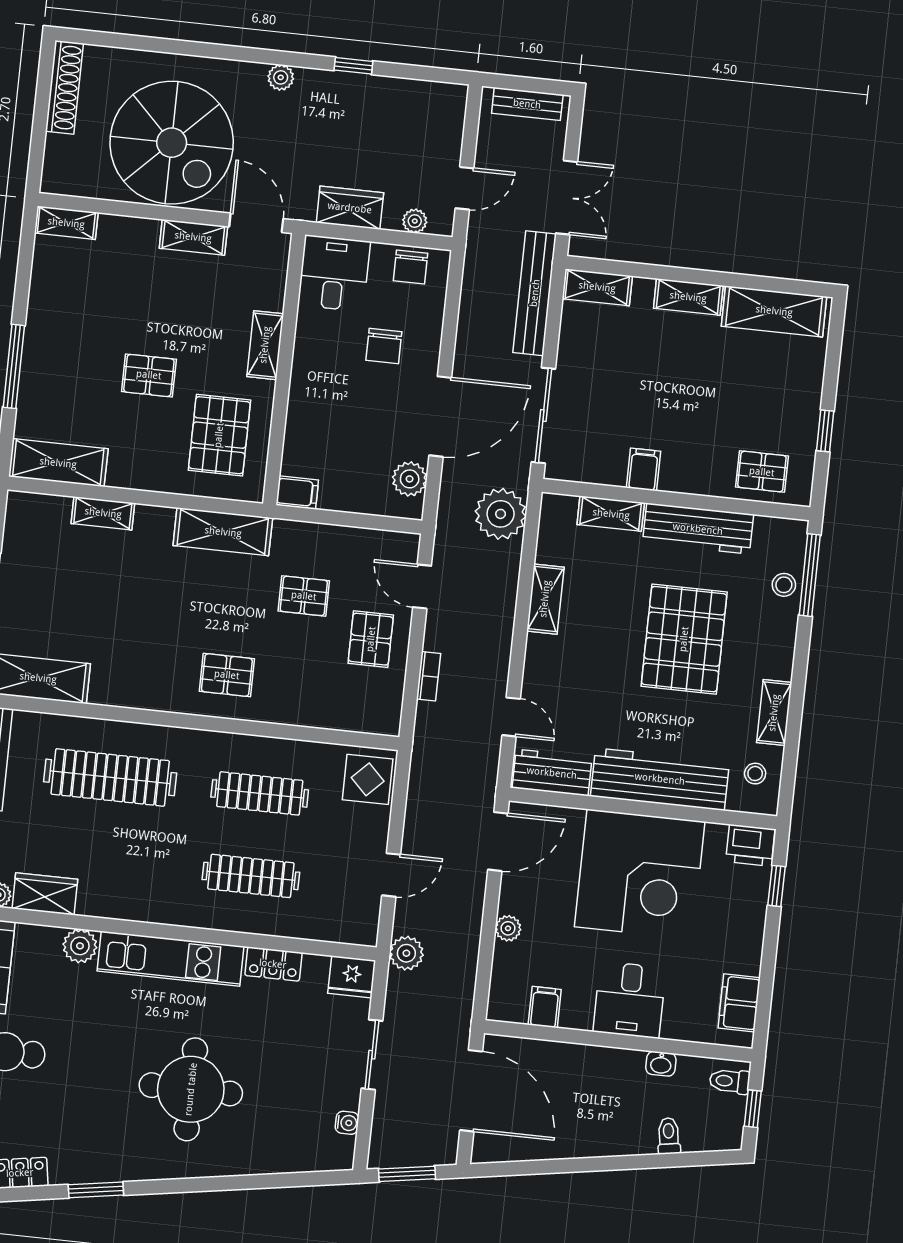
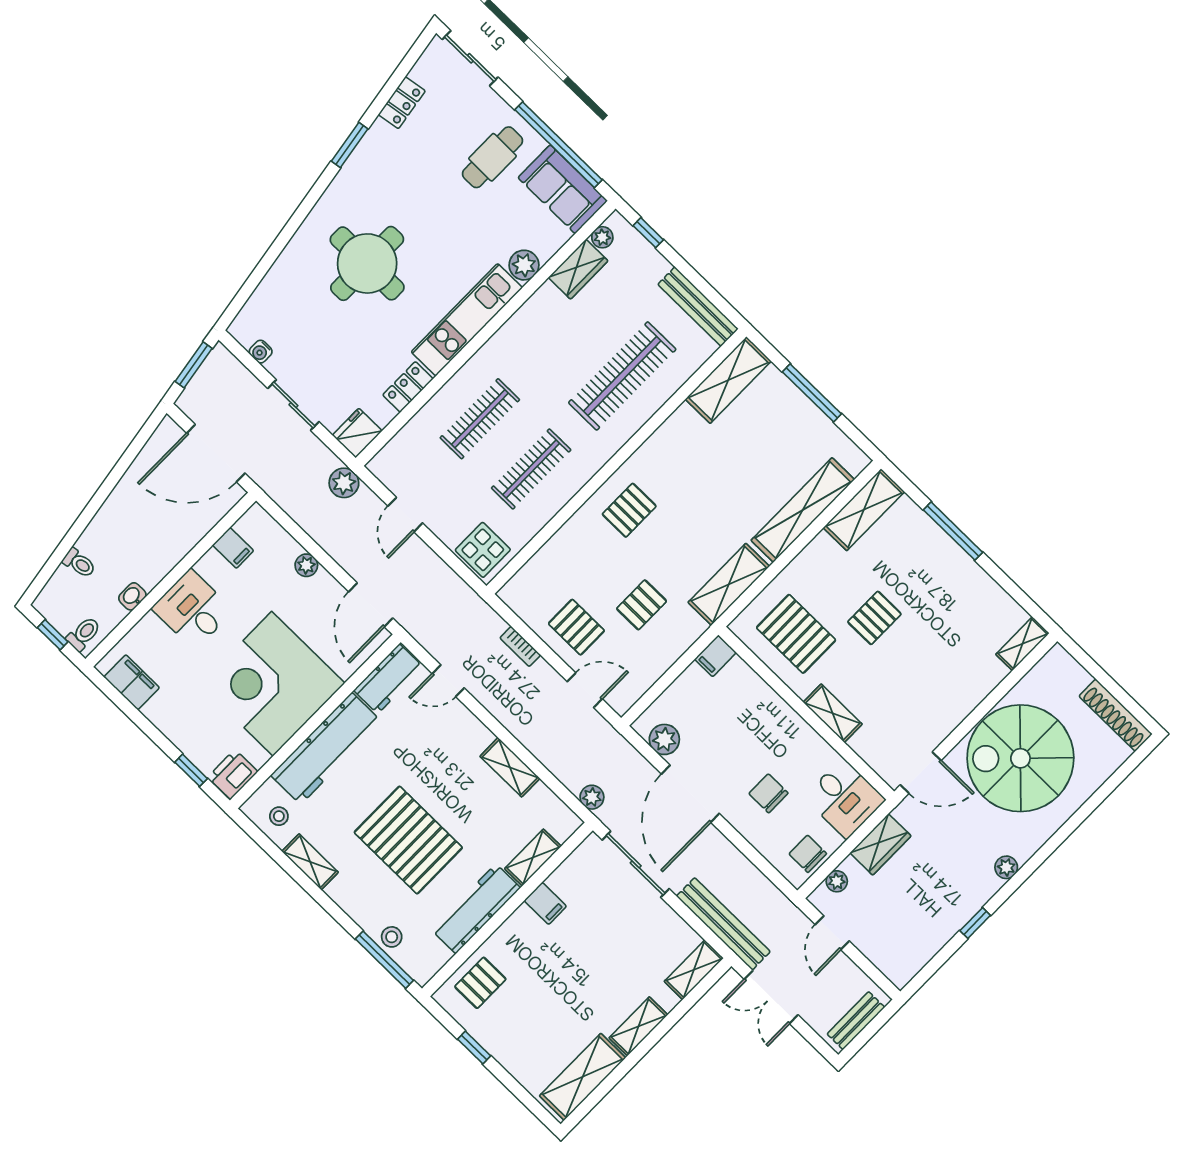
shelving: (193, 237) -> (944, 722), removed
shelving: (103, 513) -> (803, 510), width x2.20, depth x1.33
plant: (501, 514) -> (592, 797), width x0.53, depth x0.53

